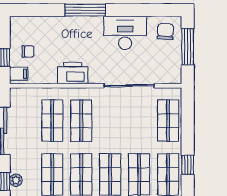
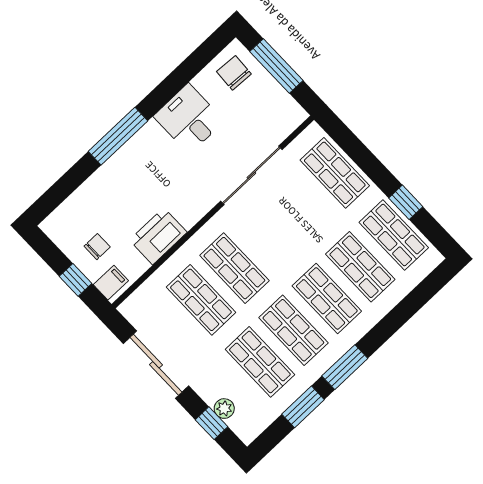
desk: (125, 33) -> (189, 119), width x0.73
printer: (73, 73) -> (158, 236), moved

